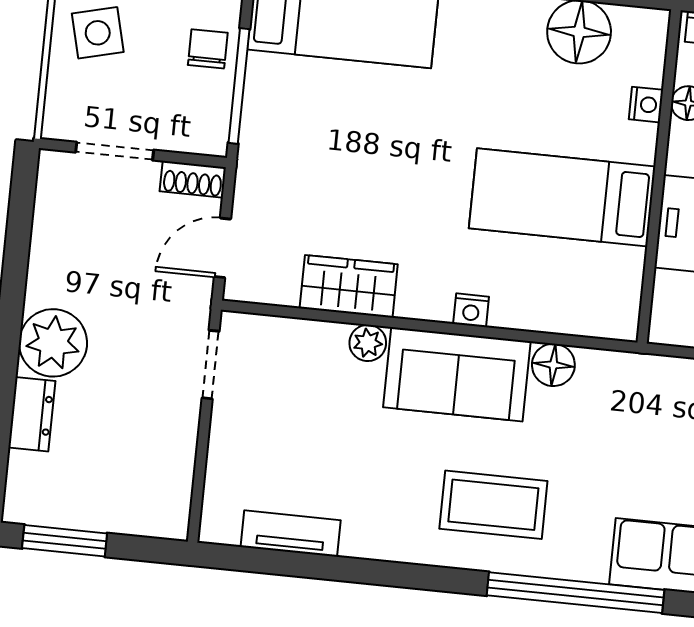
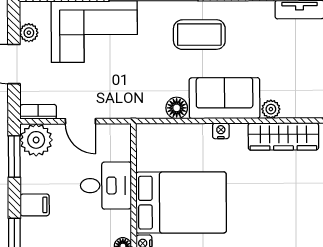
bed: (562, 197) -> (181, 203), width x1.50
wardrobe: (349, 286) -> (283, 137), width x1.50

